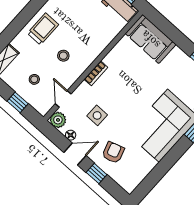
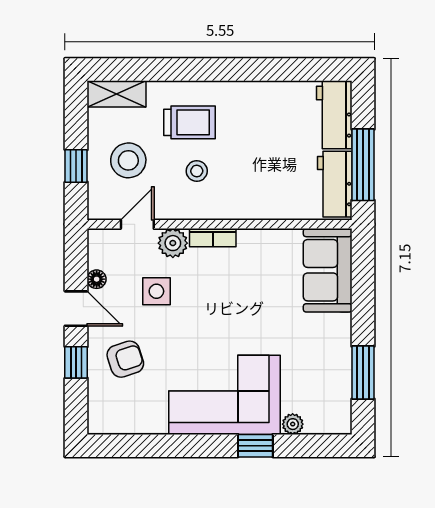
trolley: (43, 29) -> (190, 122), moved
stool: (34, 79) -> (128, 160), width x1.89, depth x1.89
plant: (58, 120) -> (173, 243), moved

